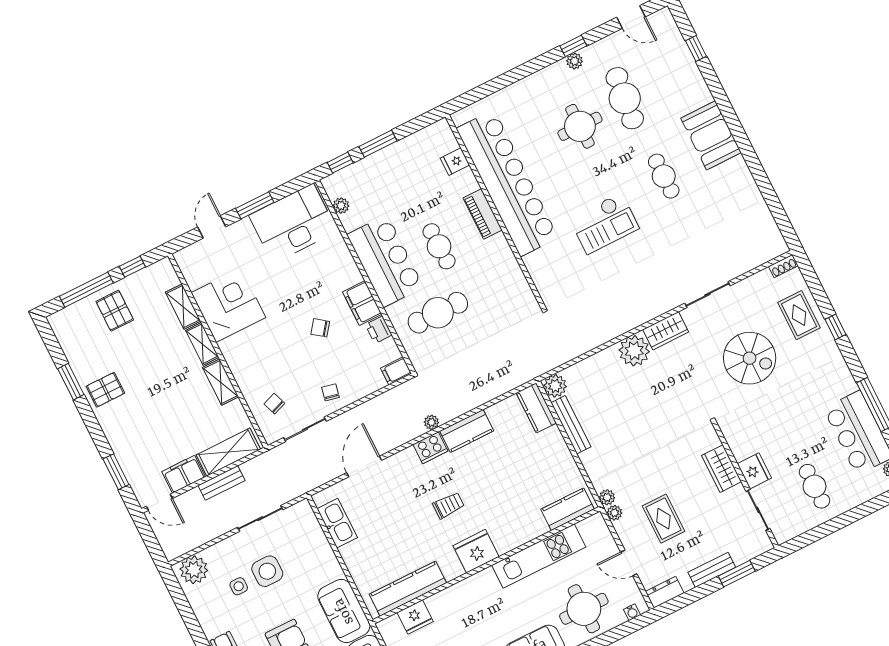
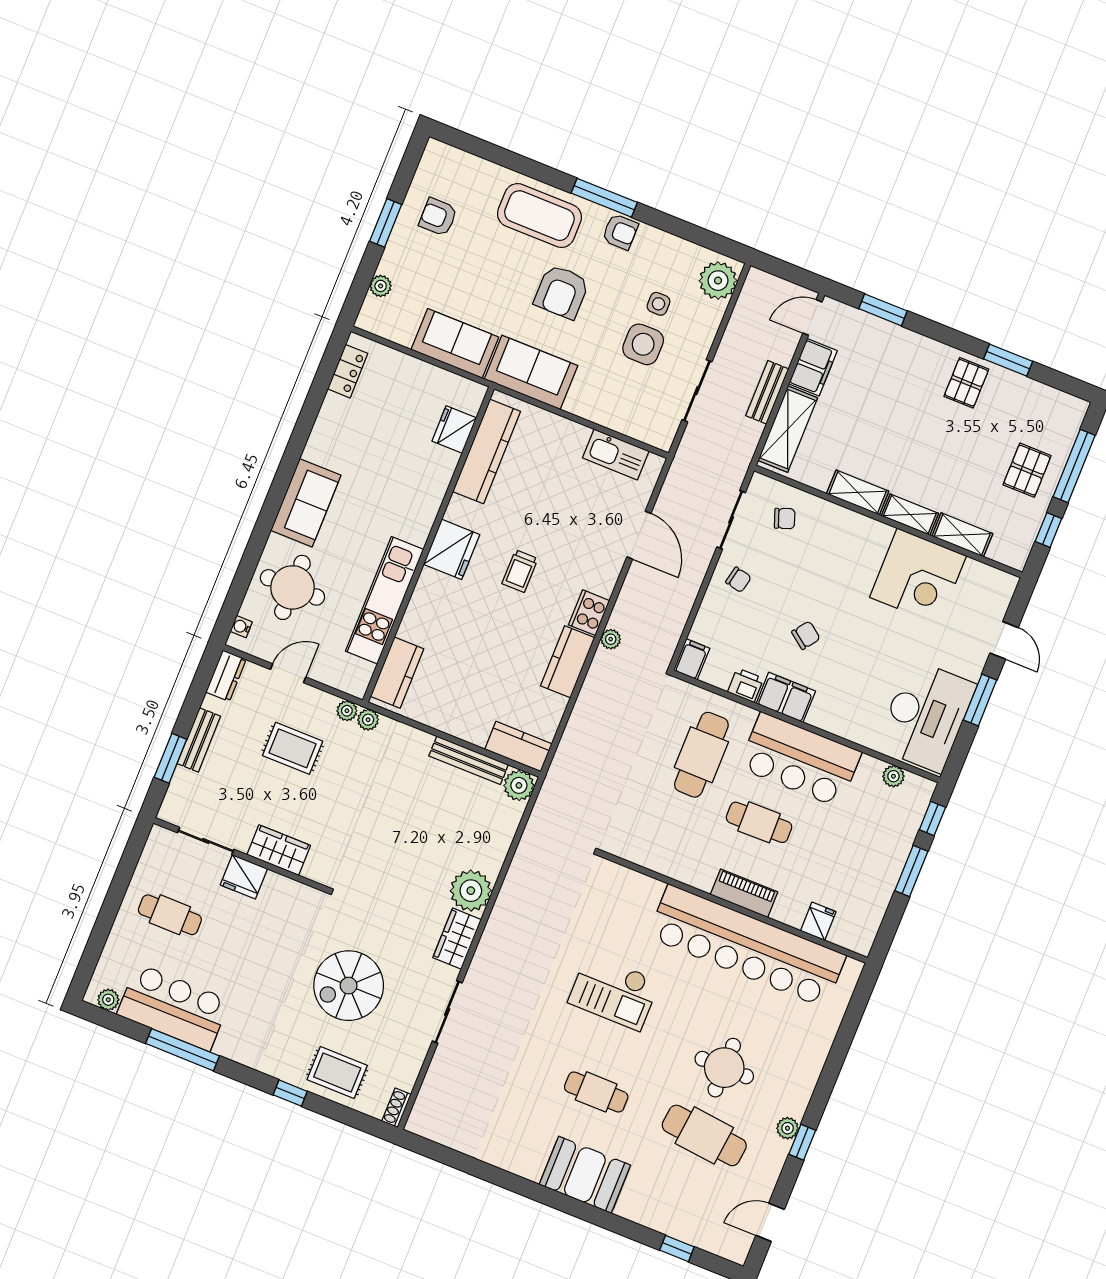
checkout: (604, 223) -> (614, 992), turned -90
pallet: (115, 311) -> (1027, 470), turned 90

